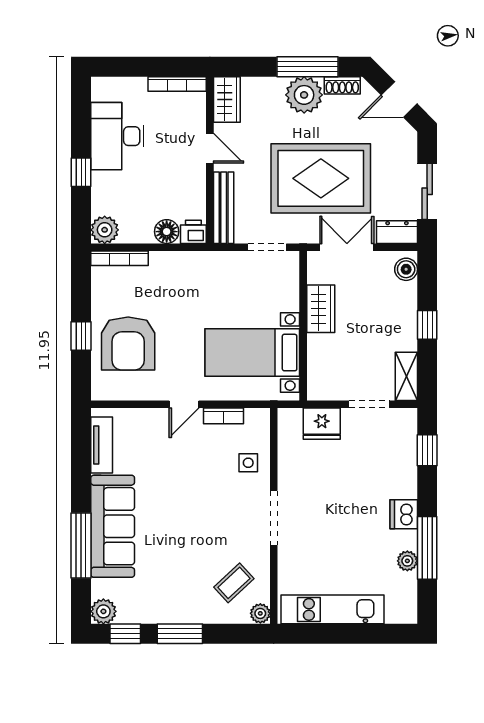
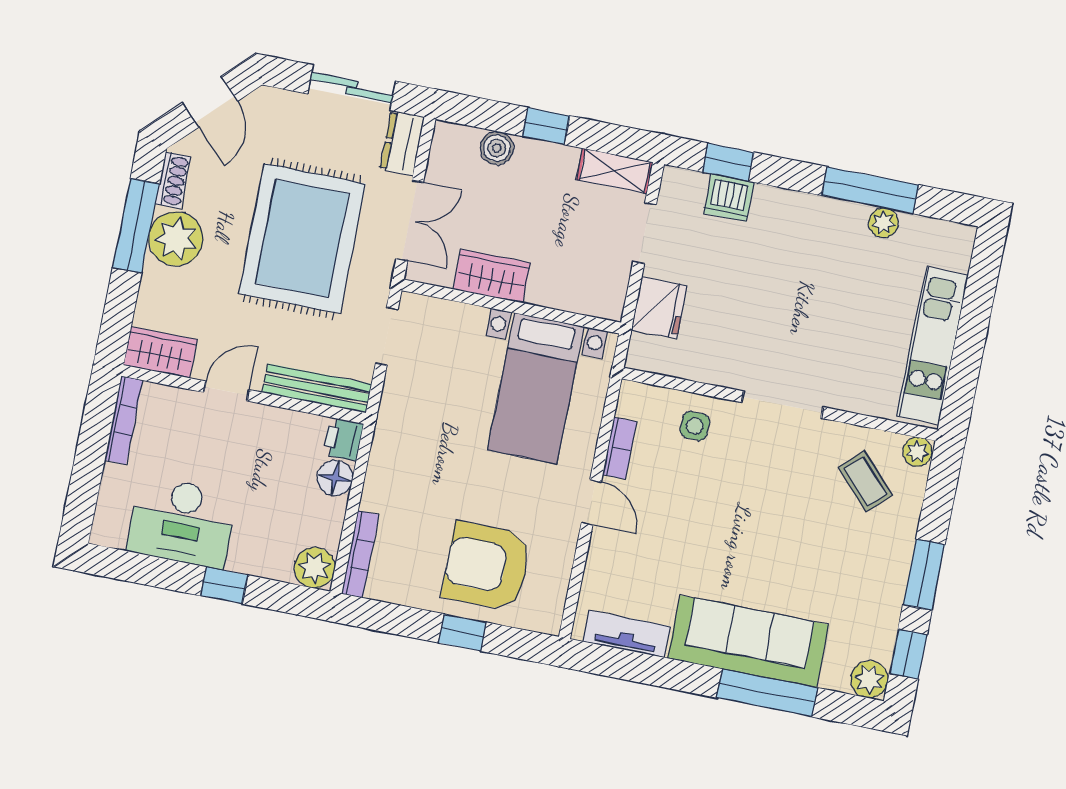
double door: (347, 247) -> (410, 220), swing flipped
boiler: (406, 269) -> (497, 148), moved
armchair: (128, 343) -> (487, 566), turned 180
dishwasher: (404, 514) -> (729, 198), moved

